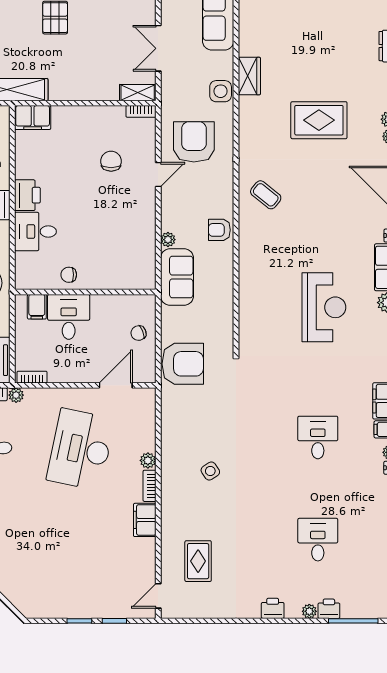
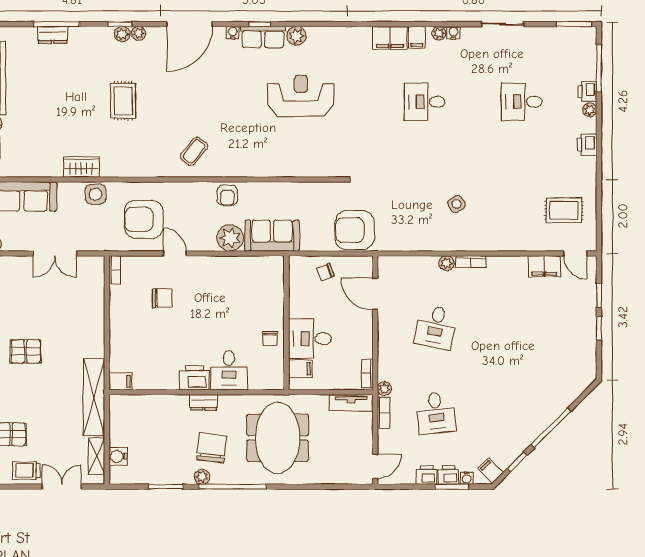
shelving: (138, 93) -> (97, 273), removed
filing cabinet: (33, 117) -> (121, 381), width x0.50
rug: (319, 120) -> (123, 101), width x0.73, depth x0.70
chair: (111, 161) -> (162, 298), turned 180
plant: (168, 240) -> (230, 238), width x1.87, depth x1.87
chair: (139, 333) -> (325, 272), turned 90
armchair: (183, 364) -> (355, 230), turned -90
desk: (81, 449) -> (436, 327), width x0.53, depth x0.77
filing cabinet: (145, 520) -> (544, 266), moved
rug: (198, 561) -> (564, 210), moved

